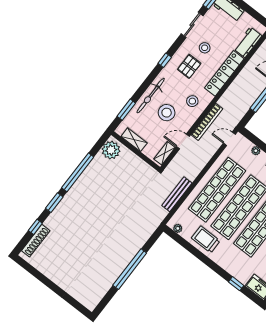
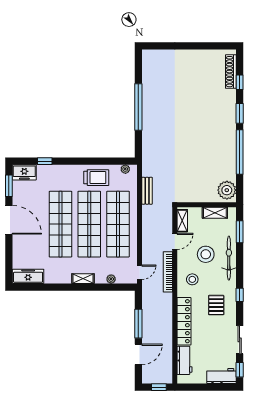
stool: (205, 48) -> (215, 329), removed
bench: (177, 194) -> (147, 191), width x0.73

